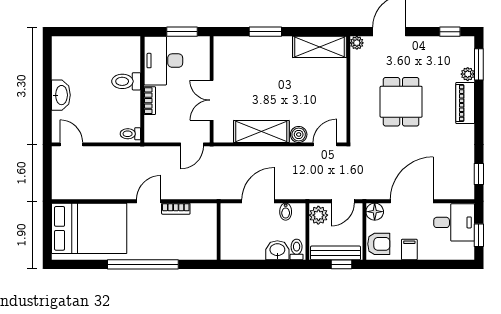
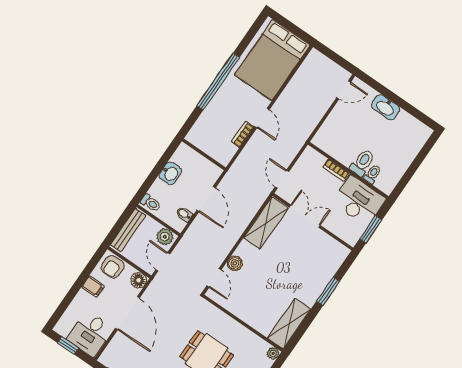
shelving: (261, 132) -> (266, 223), moved
toilet: (130, 134) -> (372, 174), moved
washbasin: (277, 250) -> (170, 173), moved
window: (342, 264) -> (117, 229), removed

